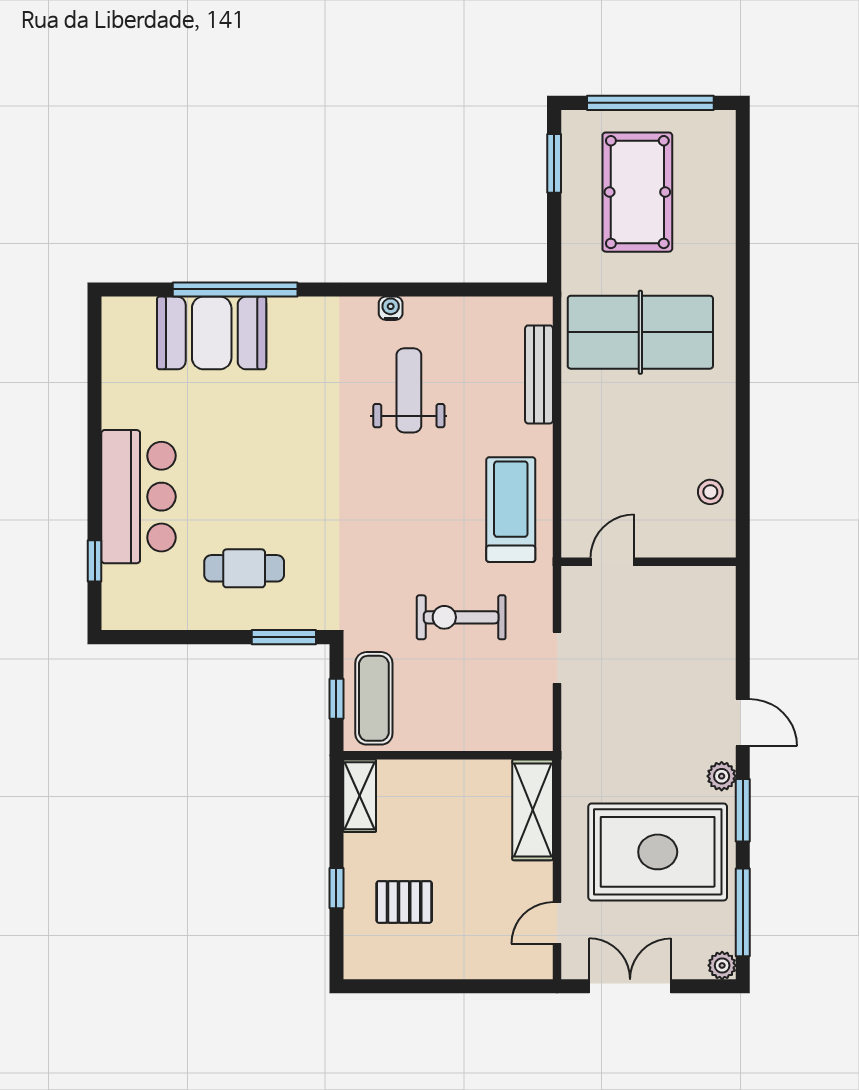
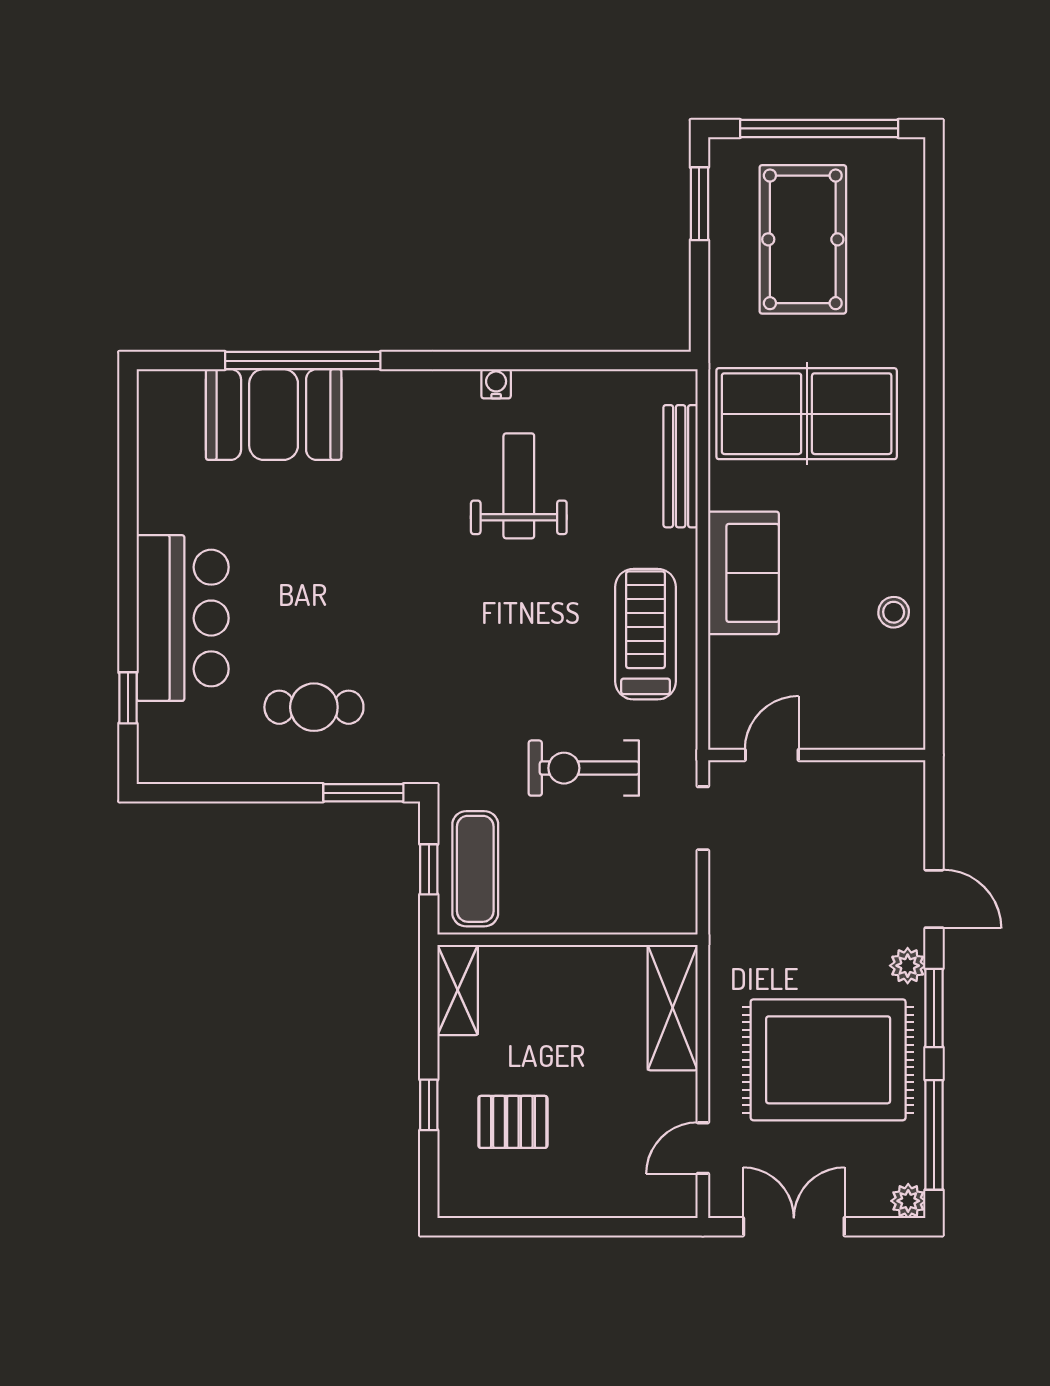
sofa: (590, 460) -> (743, 573), added
door: (612, 562) -> (772, 755), moved
wall: (648, 562) -> (817, 755), moved

